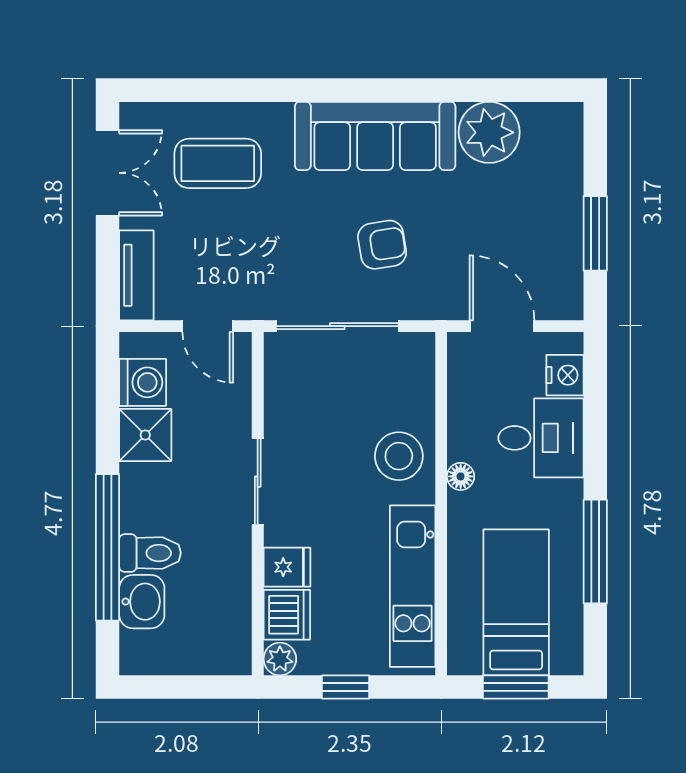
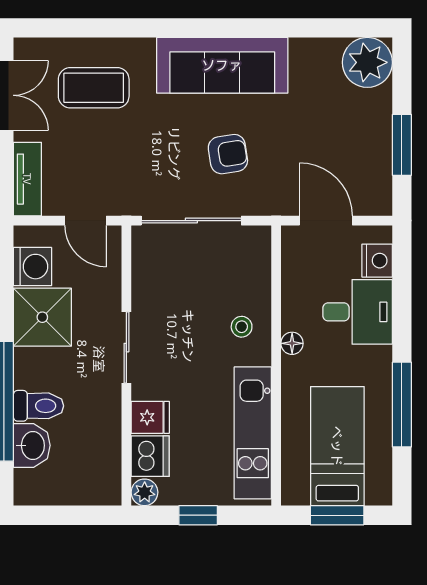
plant: (489, 132) -> (367, 62), moved
shower: (145, 435) -> (42, 317), width x1.36, depth x1.36
stool: (399, 456) -> (242, 327), width x0.53, depth x0.53

